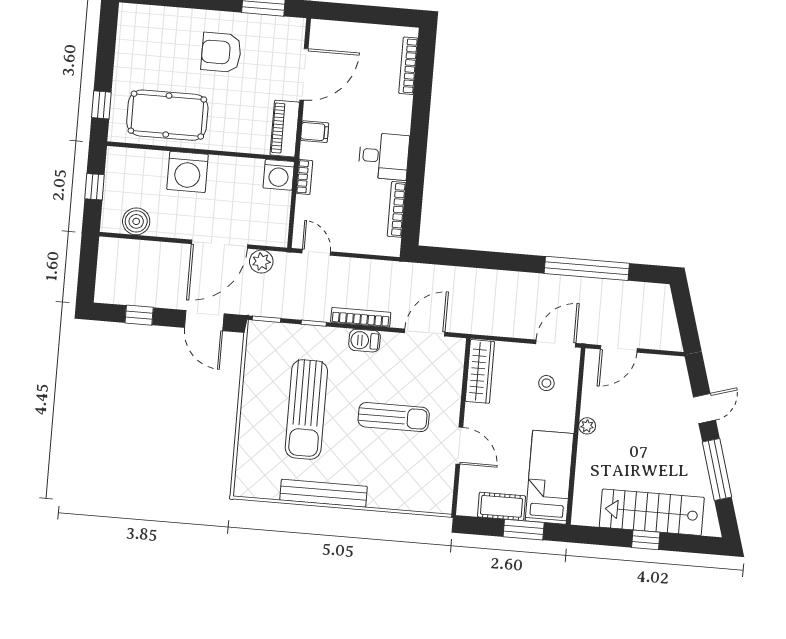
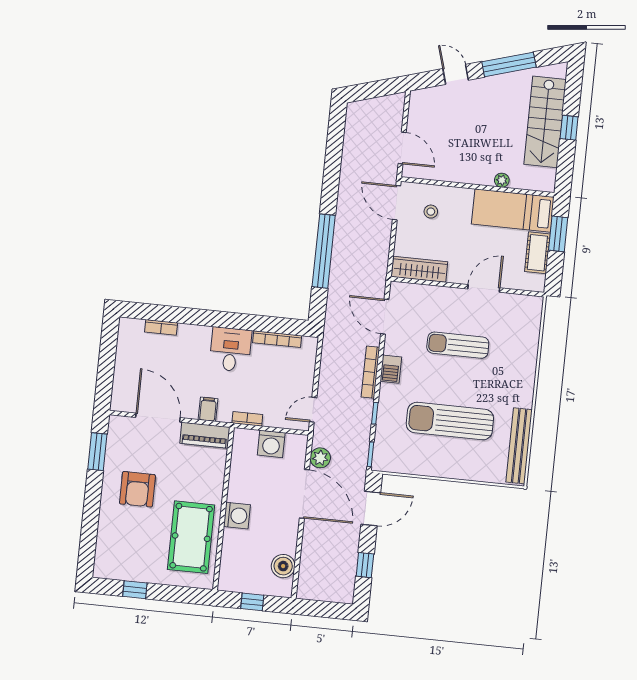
bookcase: (408, 66) -> (161, 327), width x0.64
window: (101, 105) -> (135, 590), moved
washing machine: (188, 172) -> (237, 516), width x0.73, depth x0.73
washing machine: (279, 175) -> (271, 444), moved, turned 90
window: (587, 268) -> (324, 251), moved
sun lounger: (306, 410) -> (450, 421), turned 180
sun lounger: (394, 417) -> (458, 345), turned -90
plant: (587, 426) -> (502, 180), moved
bench: (323, 493) -> (519, 446), moved

